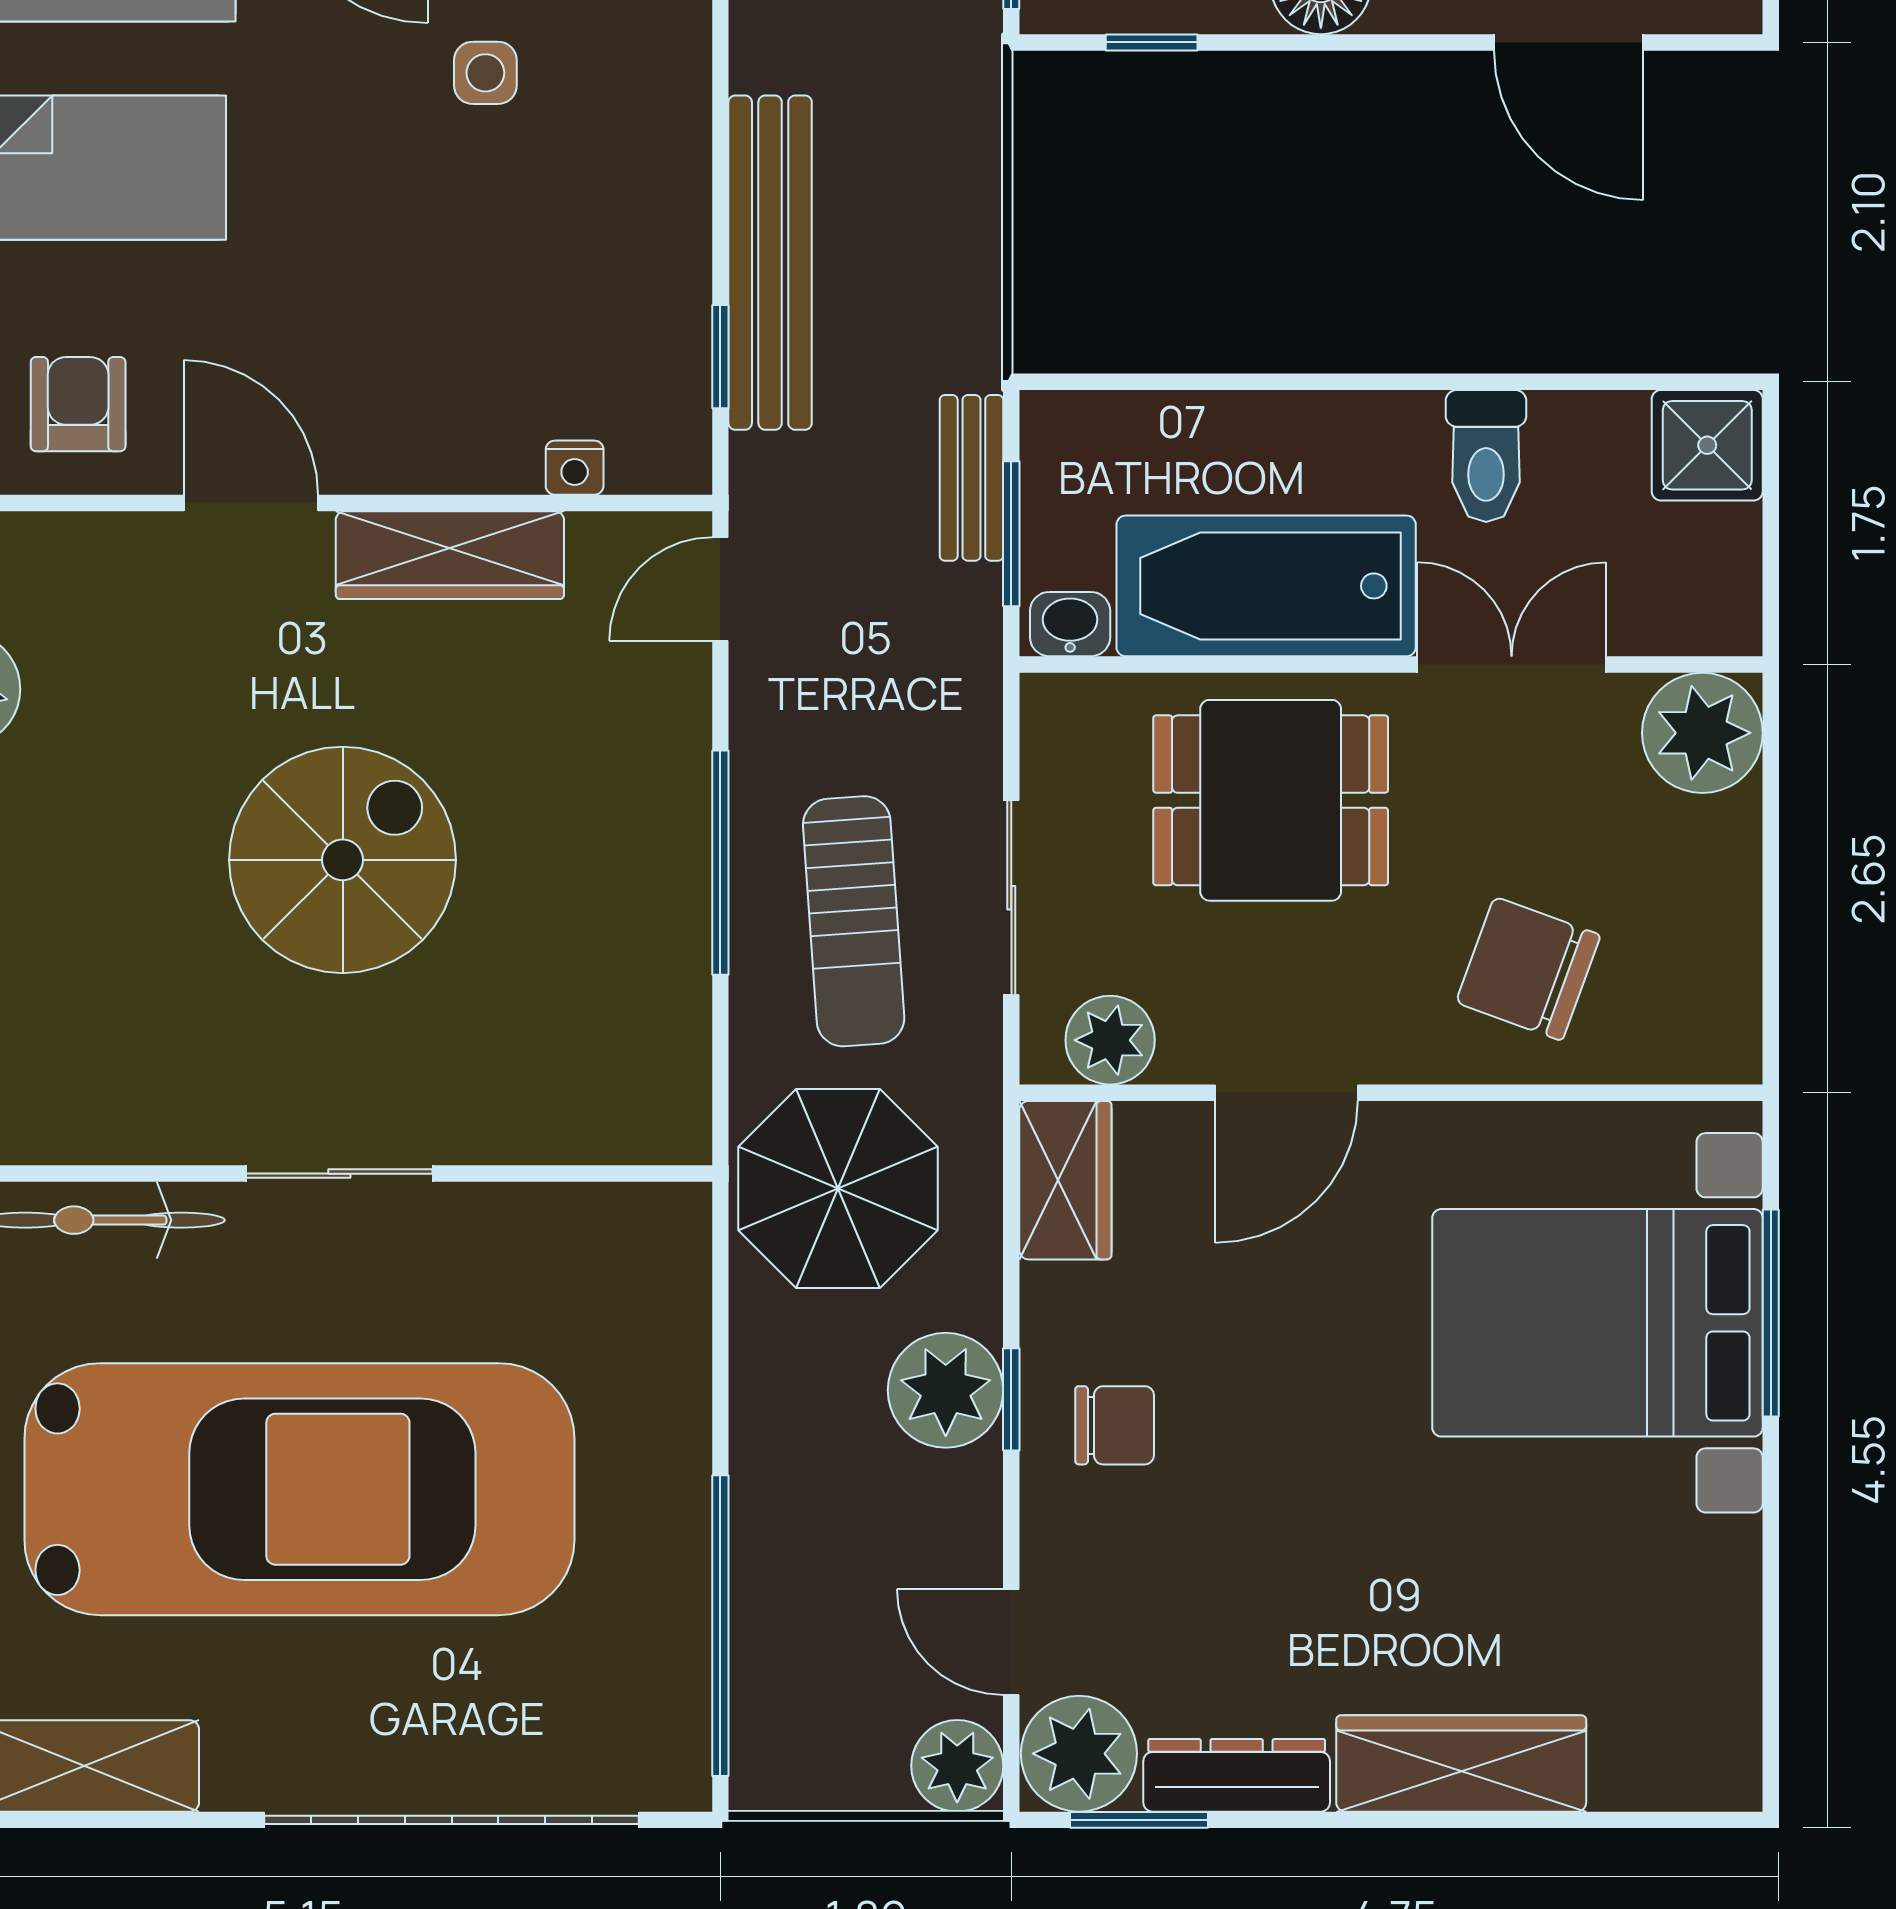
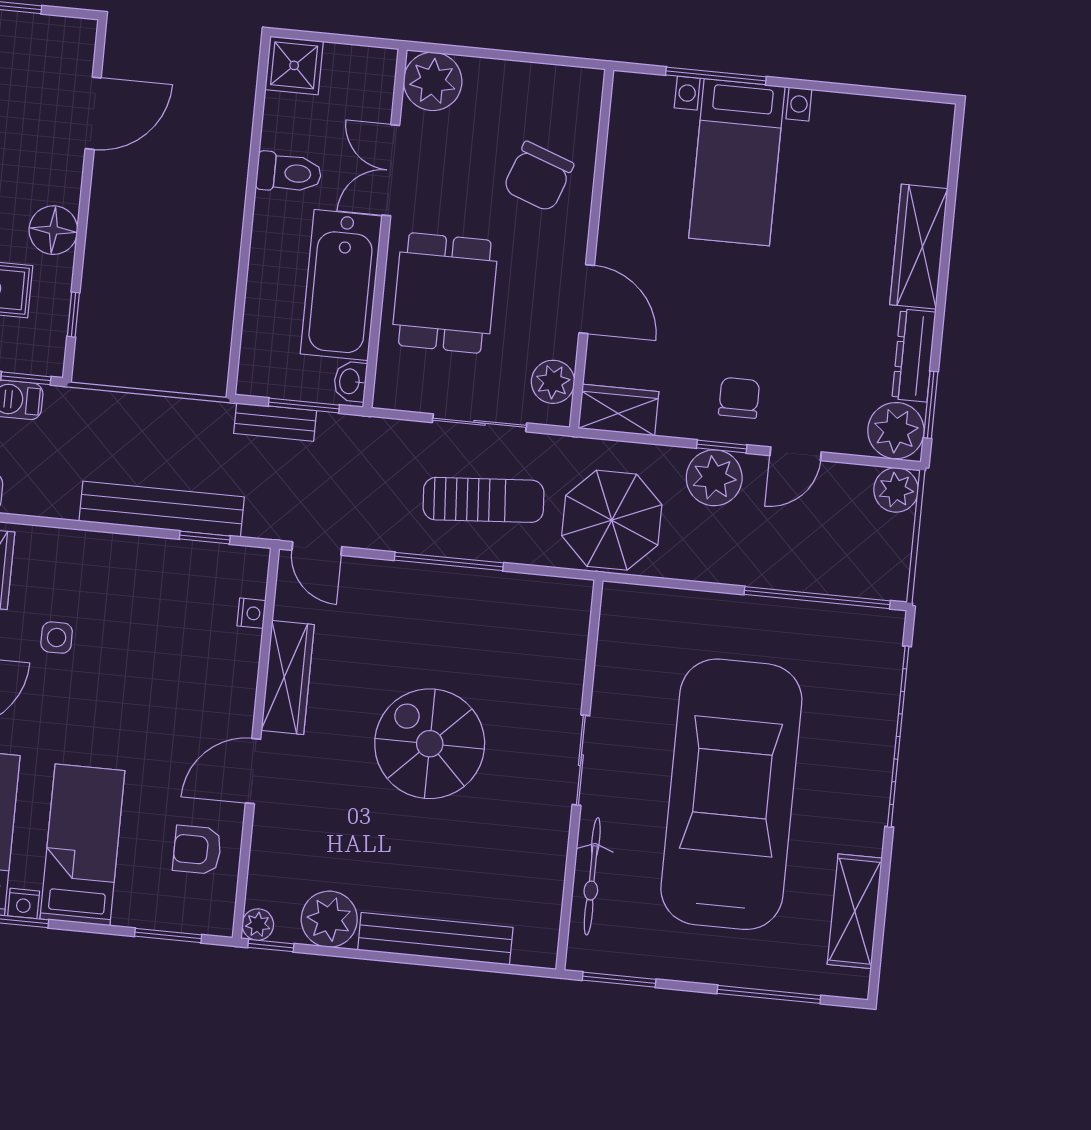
bed with nightstands: (1597, 1323) -> (737, 162), width x0.73
door: (1011, 1642) -> (796, 454), moved

